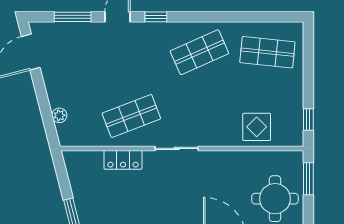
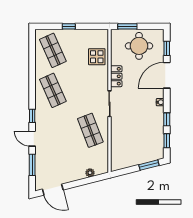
shop shelf: (267, 52) -> (53, 50), turned -30
window: (308, 119) -> (69, 26), moved
locker: (123, 160) -> (116, 76), moved

